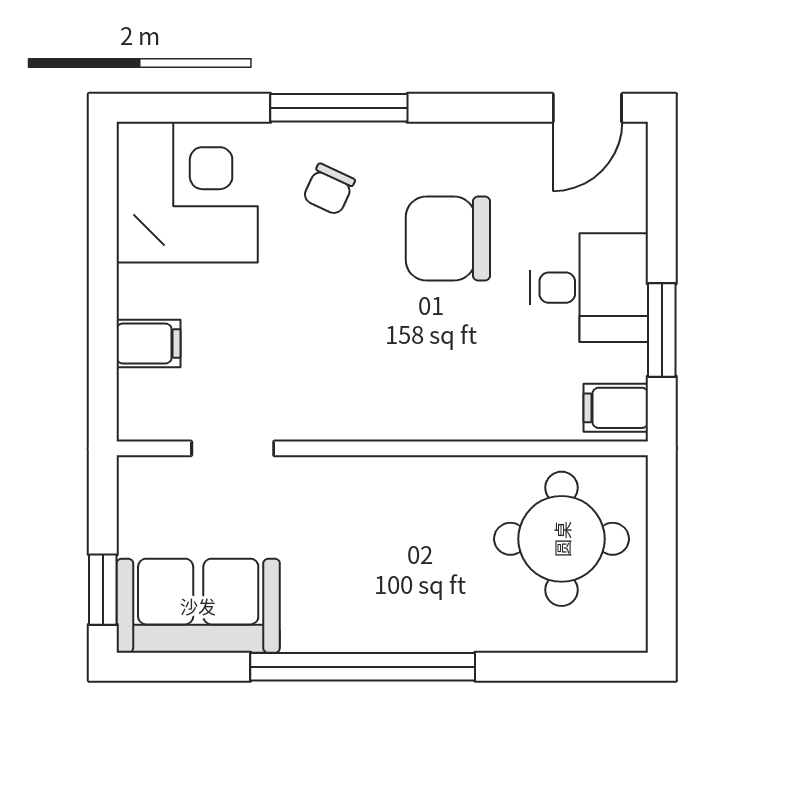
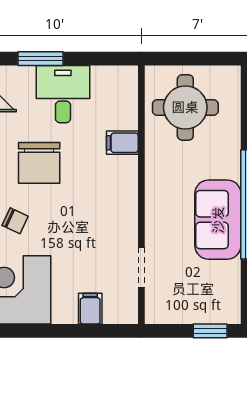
window: (662, 330) -> (41, 59), moved
filing cabinet: (616, 408) -> (122, 143), moved, turned 90
sofa: (198, 606) -> (218, 220), moved

